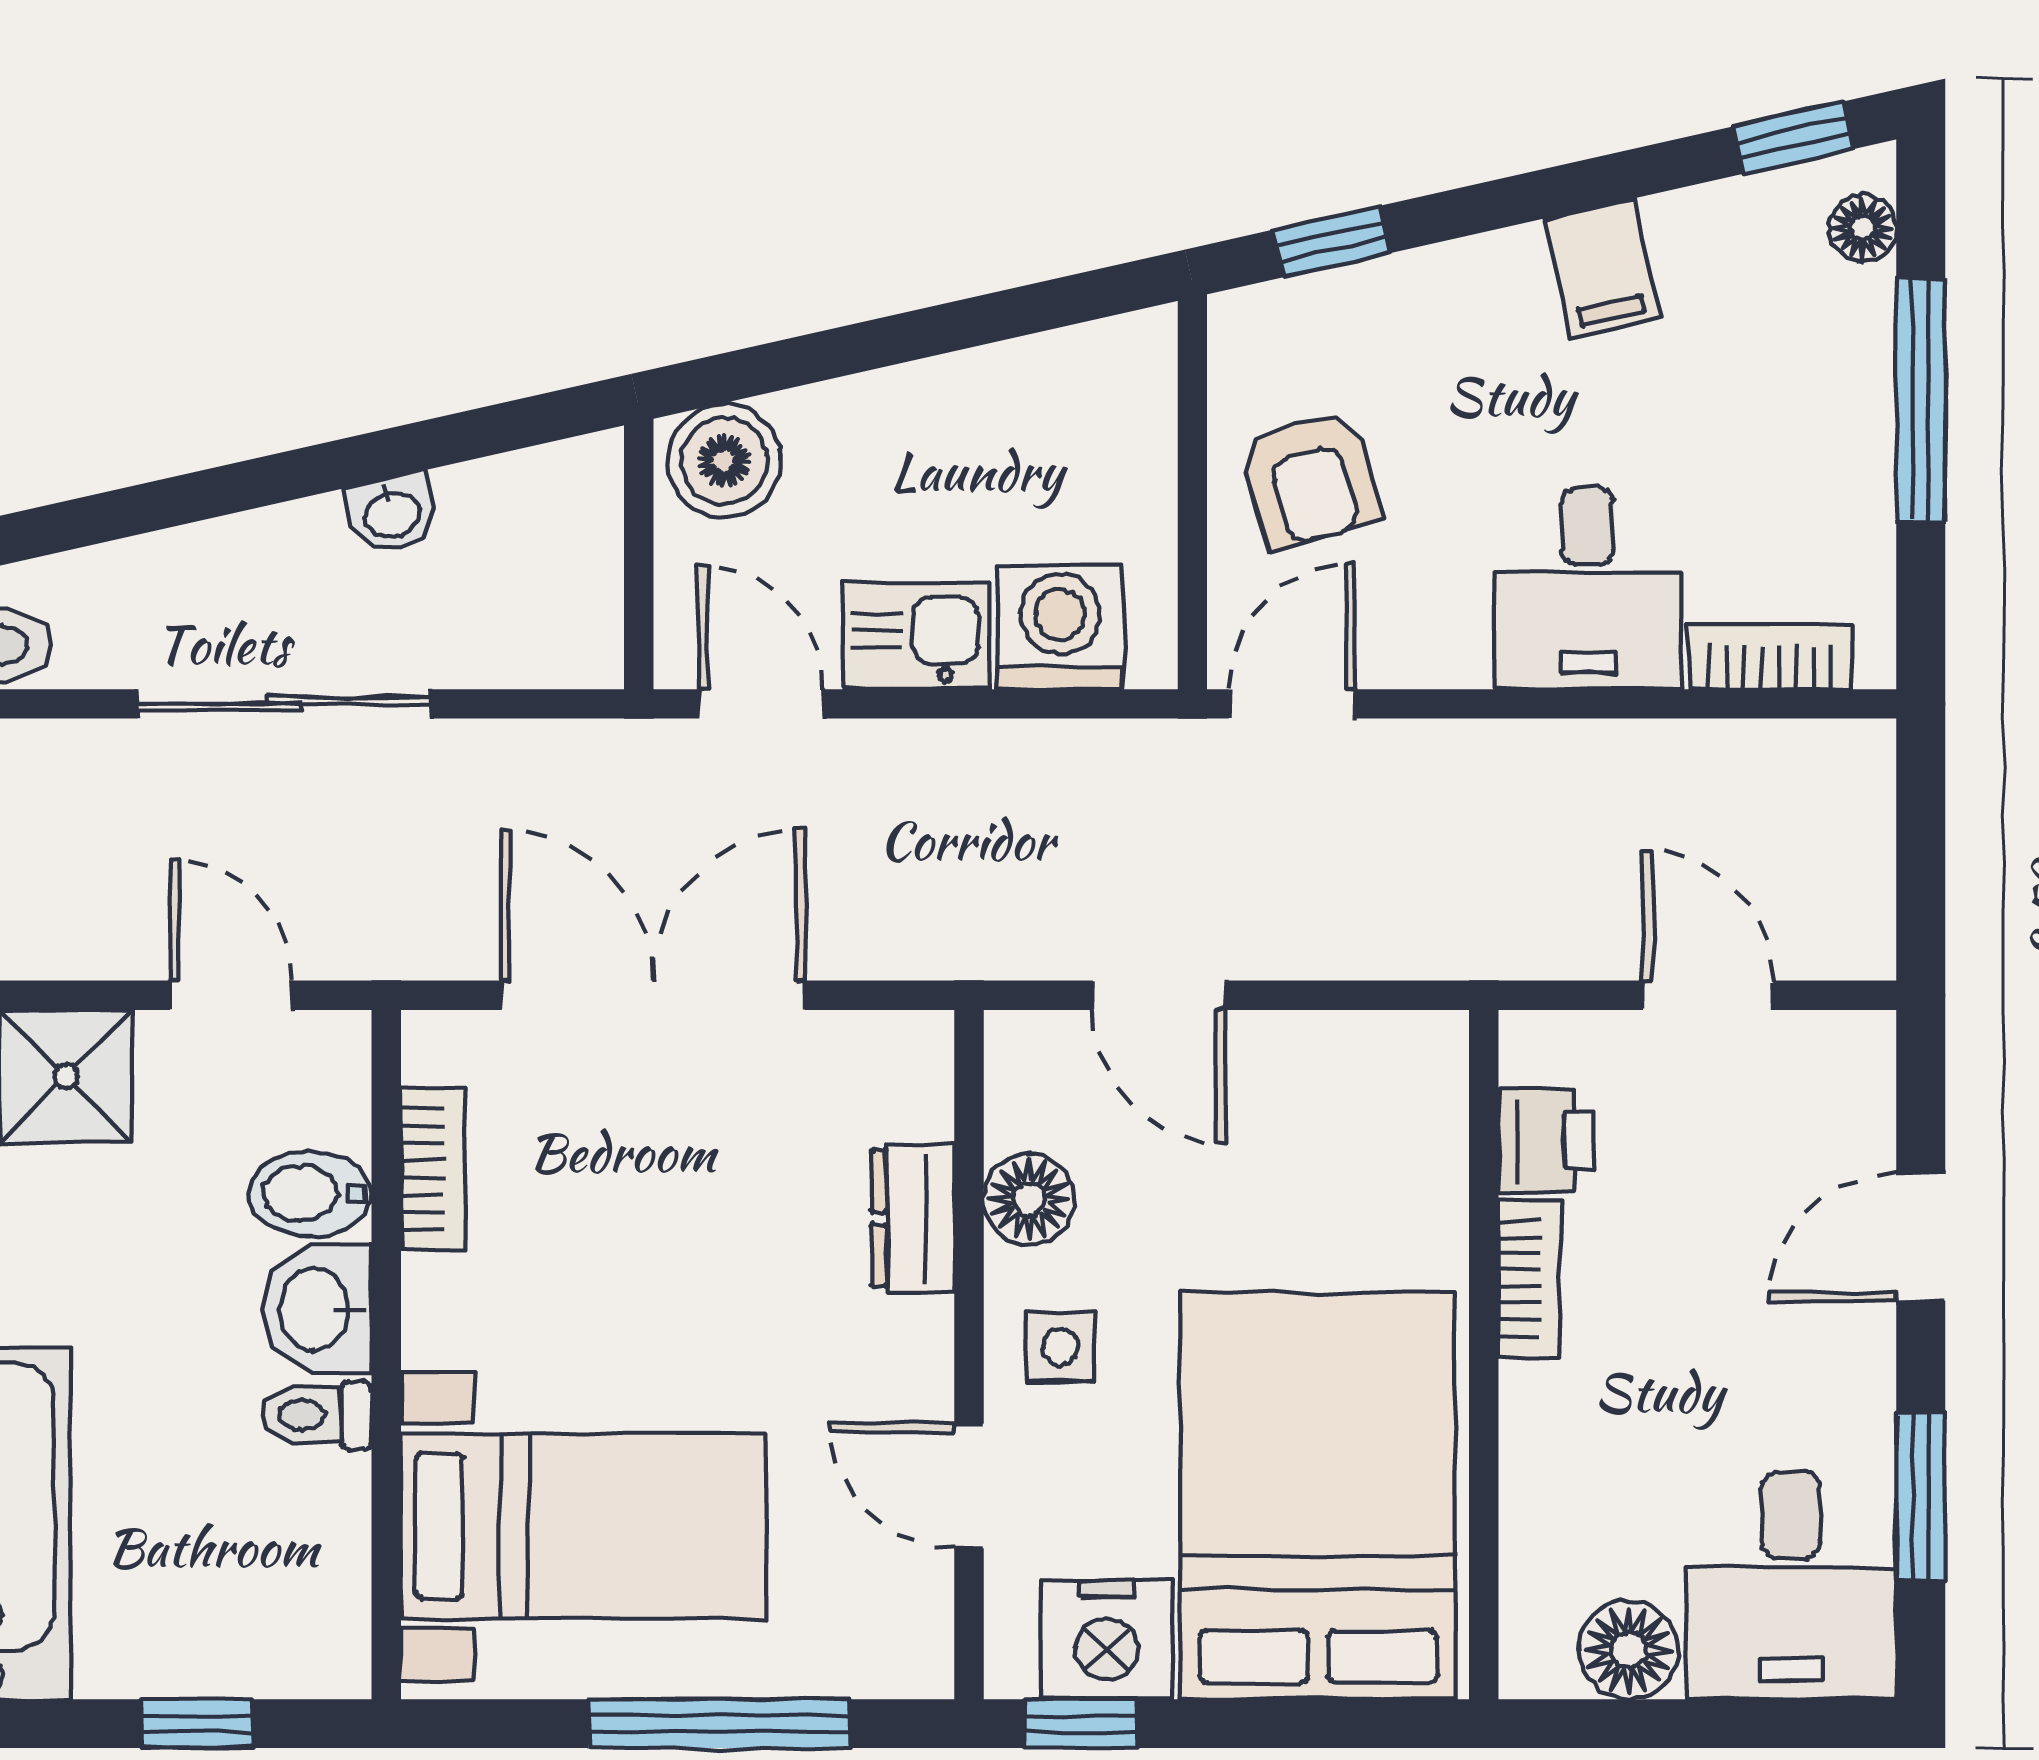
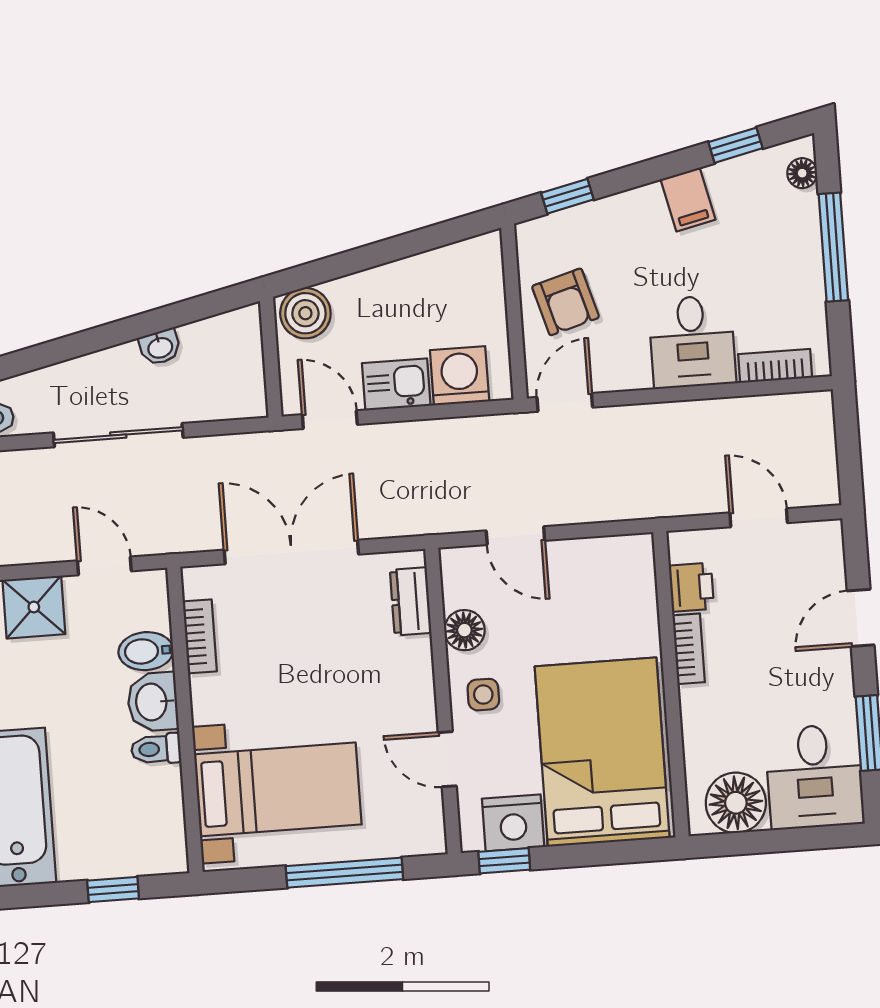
window: (1794, 138) -> (736, 145), moved
dresser: (913, 1218) -> (411, 601), moved
floor lamp: (1628, 1650) -> (736, 803), width x1.38, depth x1.38

